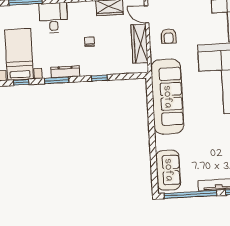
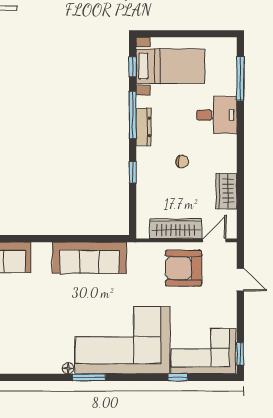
armchair: (169, 36) -> (184, 268), width x1.88, depth x1.88
window: (57, 80) -> (133, 115), width x1.44
sofa: (167, 97) -> (89, 258), width x0.74, depth x0.79

